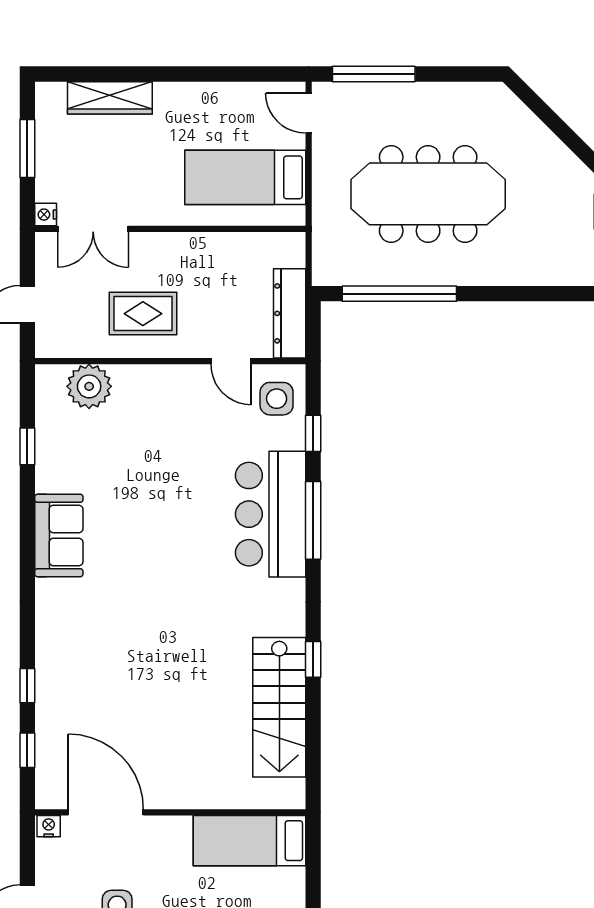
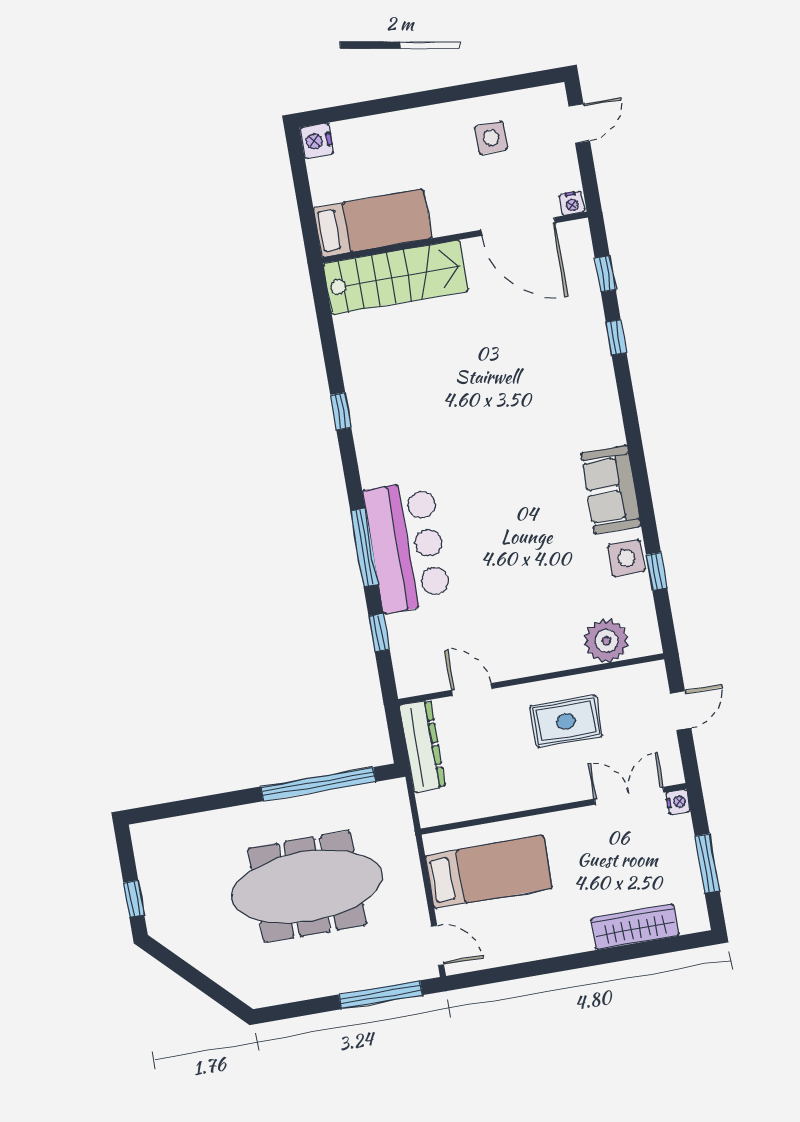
side table: (277, 399) -> (626, 558), moved
stairs: (279, 707) -> (396, 277), moved, turned 90

